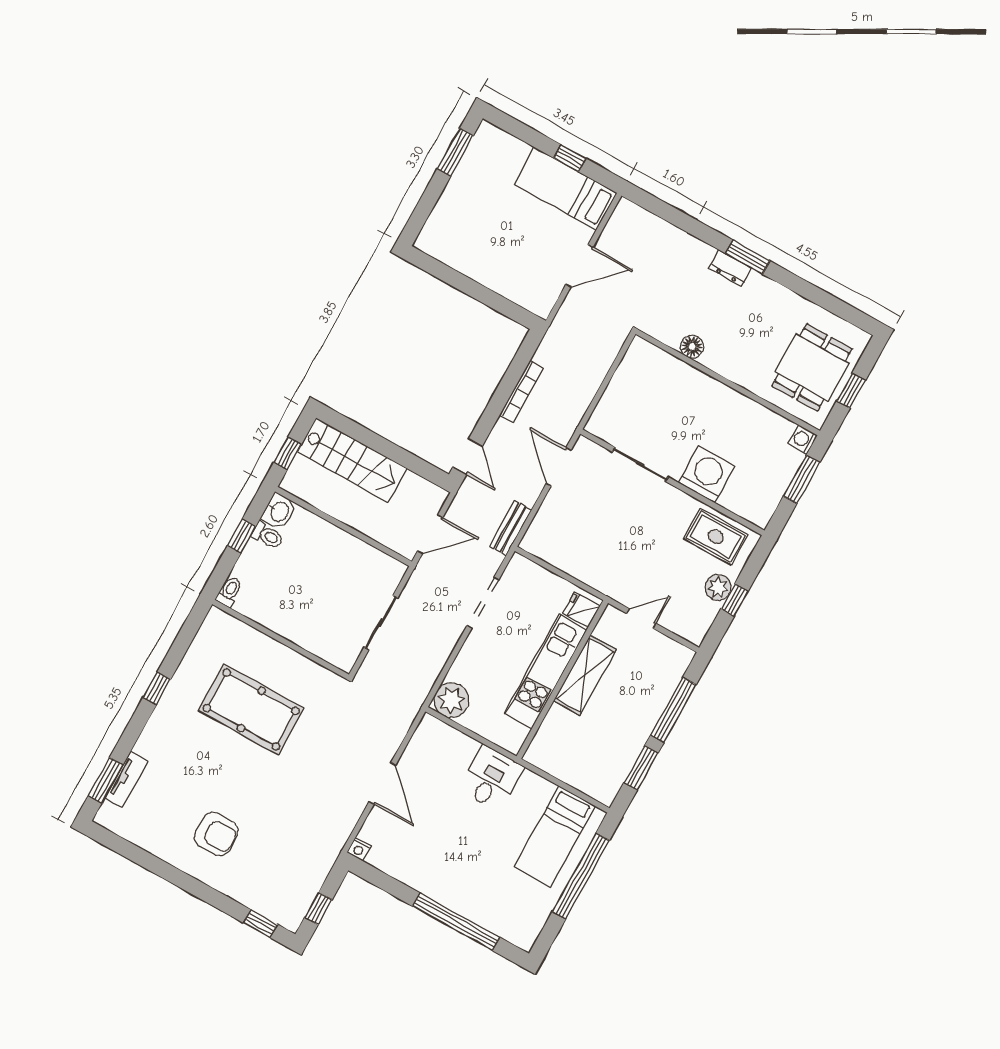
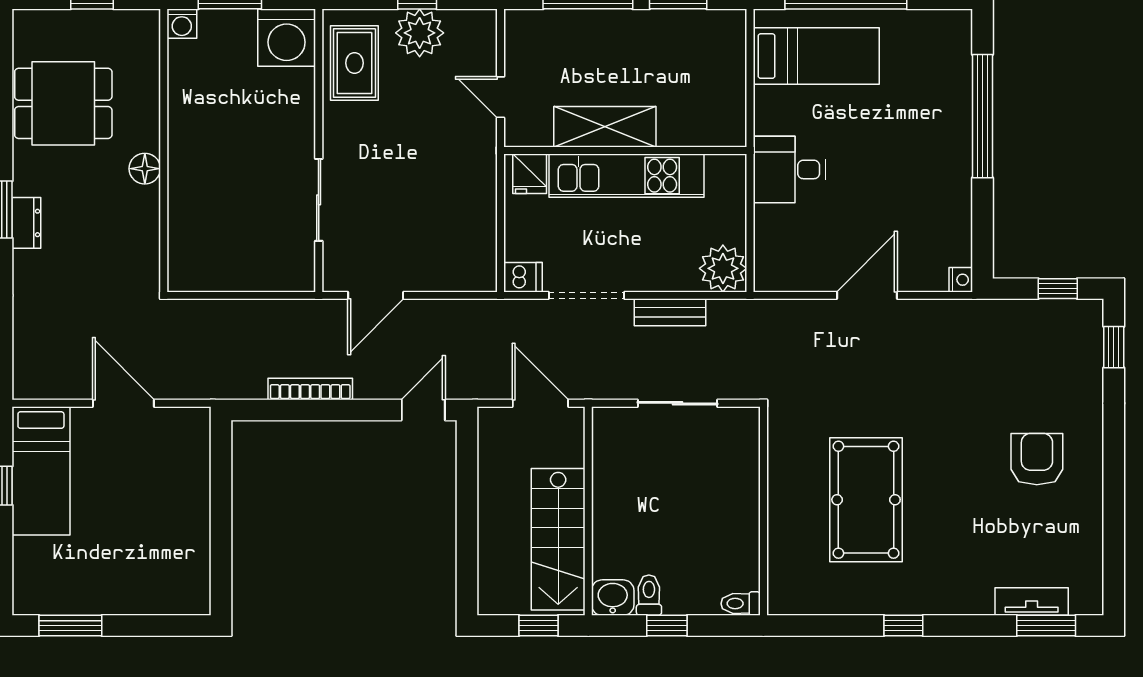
floor lamp: (692, 347) -> (145, 169), moved
dining table: (812, 367) -> (63, 103), moved
stairs: (352, 460) -> (558, 539), moved, turned 180
washing machine: (707, 474) -> (287, 38), moved, turned -90
bench: (510, 528) -> (670, 312), moved
dishwasher: (517, 568) -> (523, 277), added
plant: (718, 587) -> (420, 33), width x1.36, depth x1.36

